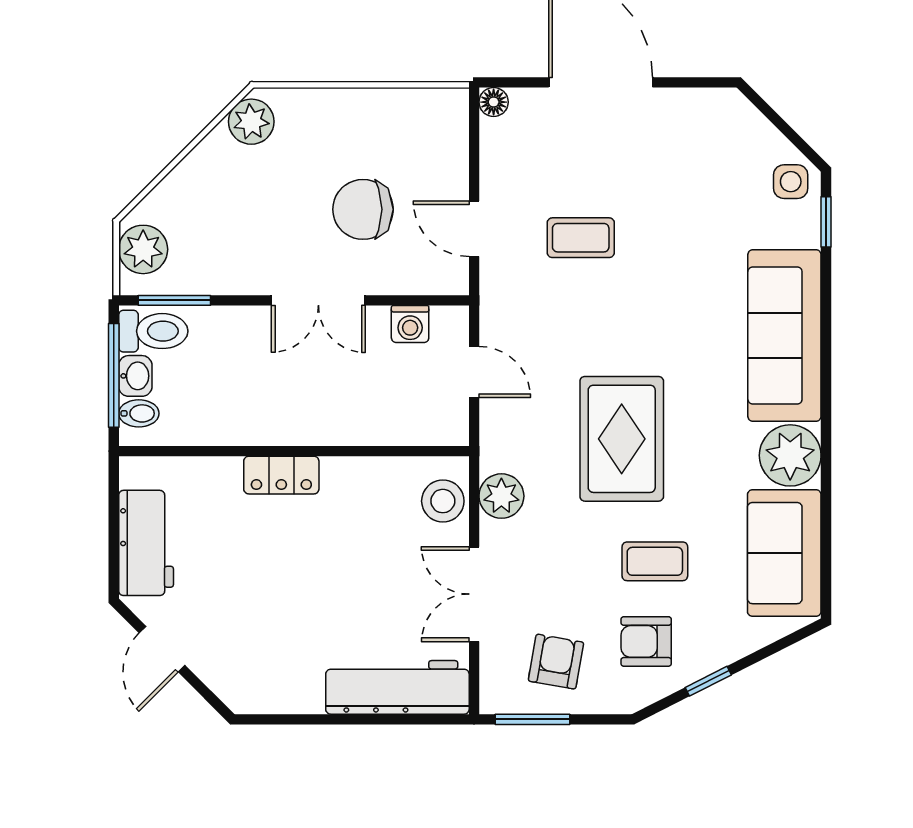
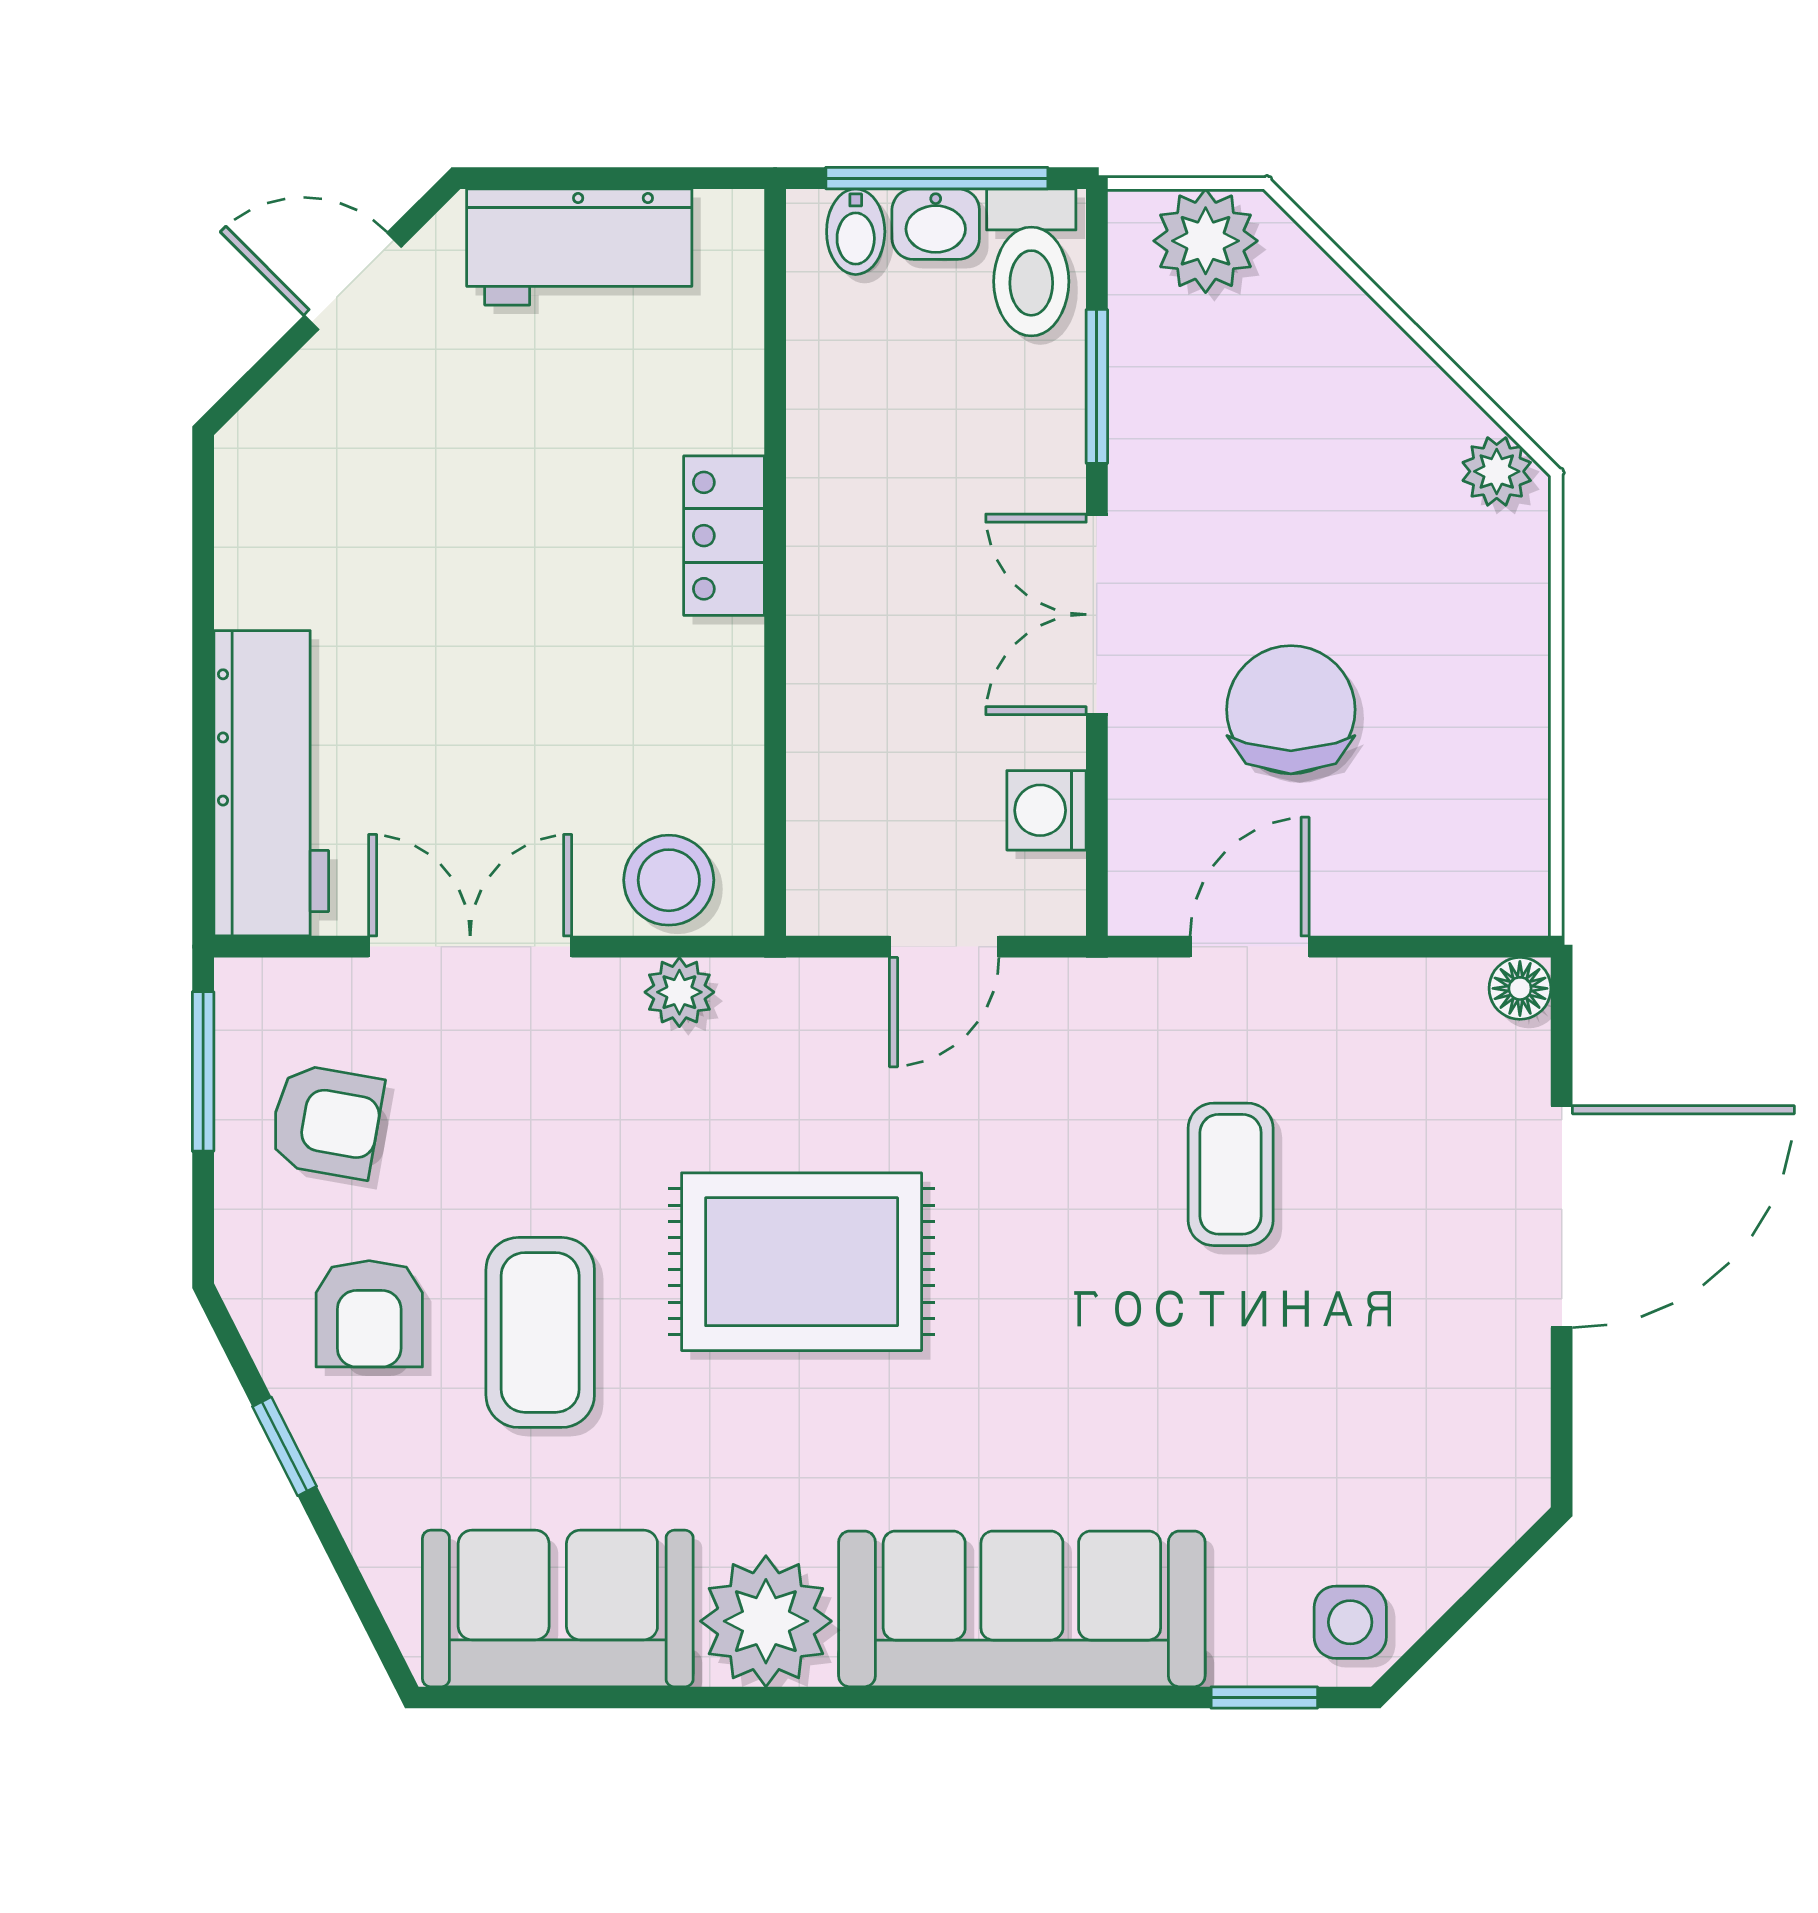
plant: (251, 122) -> (1497, 471), width x0.73, depth x0.73
window: (174, 300) -> (1097, 386), moved
plant: (501, 496) -> (679, 992), width x0.73, depth x0.73
coffee table: (655, 561) -> (540, 1332), width x1.36, depth x1.30
armchair: (646, 641) -> (369, 1314), turned 180

